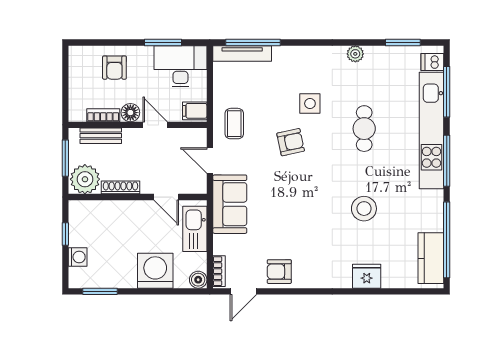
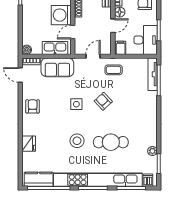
plant: (355, 54) -> (152, 151), moved
side table: (310, 103) -> (76, 104), moved
cafe table: (364, 129) -> (111, 142), width x1.37, depth x1.35
kitchen unit: (431, 130) -> (98, 180), width x1.36
armchair: (291, 142) -> (103, 101), turned 149
sofa: (230, 204) -> (57, 67), moved
stool: (364, 209) -> (77, 141), moved
washing machine: (155, 271) -> (61, 15), moved, turned 180
armchair: (279, 272) -> (33, 106), moved

